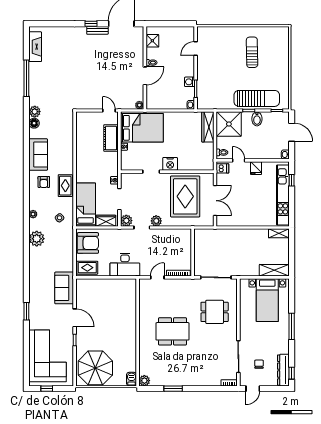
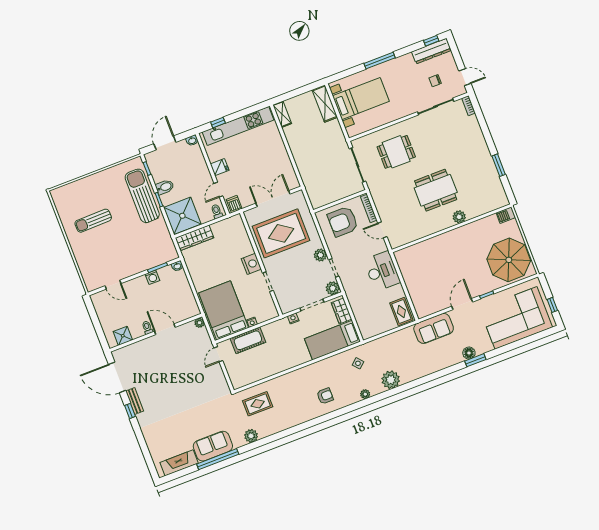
floor lamp: (34, 123) -> (469, 353), moved
sofa: (38, 155) -> (213, 446), moved
rug: (65, 186) -> (258, 404), moved
armchair: (88, 243) -> (343, 221), moved, turned -90
dining table: (215, 312) -> (396, 152), turned 90
dining table: (172, 331) -> (436, 190), turned 90
plant: (144, 381) -> (459, 217), moved

